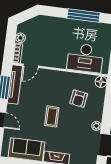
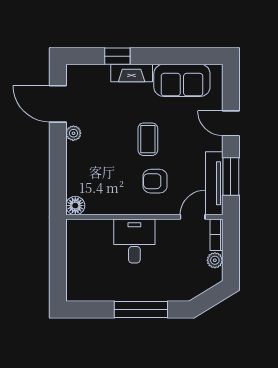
window: (83, 15) -> (141, 309), moved
desk: (85, 58) -> (134, 241), moved, width x0.73
armchair: (79, 99) -> (155, 181), moved, turned -99

